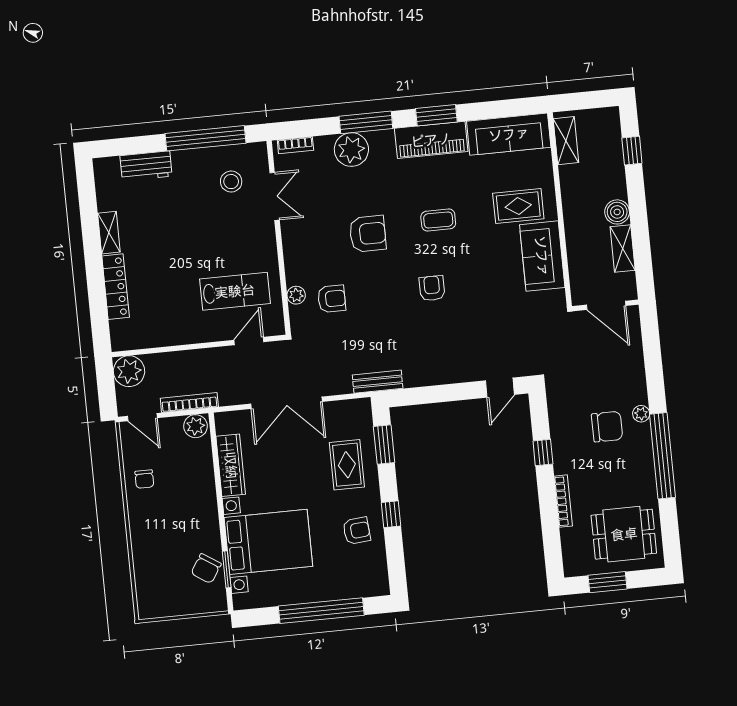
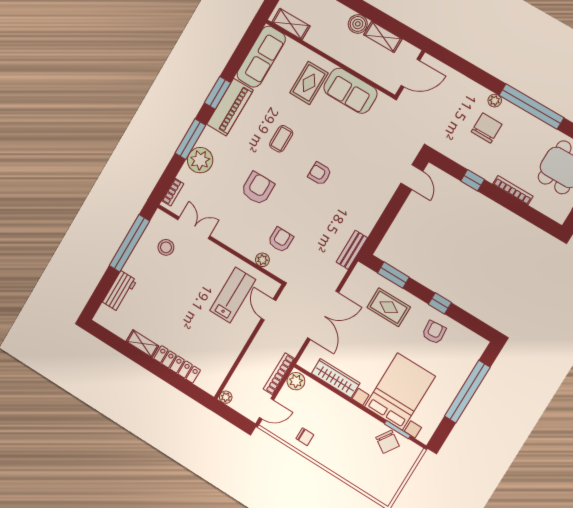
plant: (129, 371) -> (226, 397), width x0.53, depth x0.53

